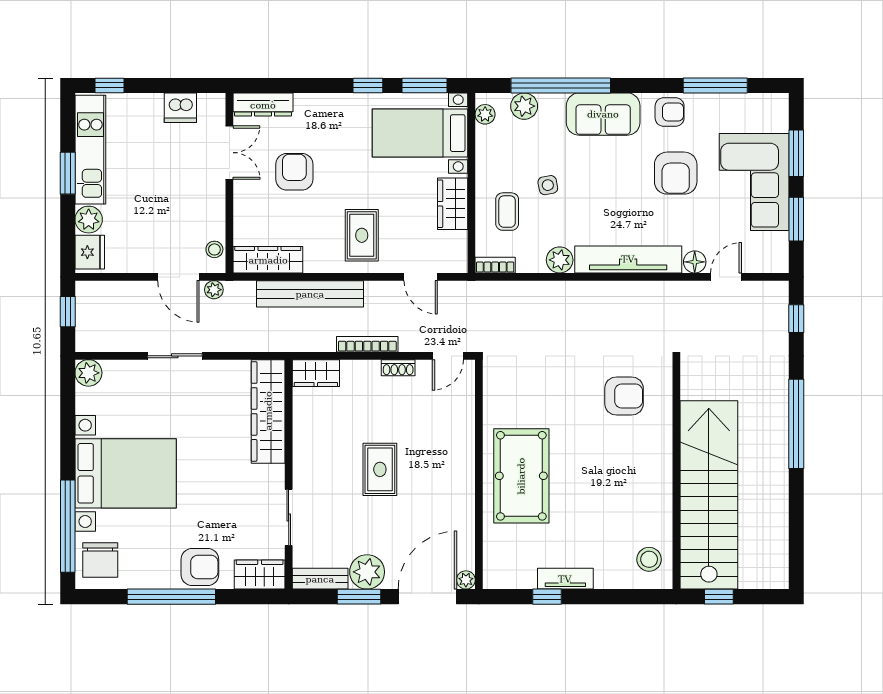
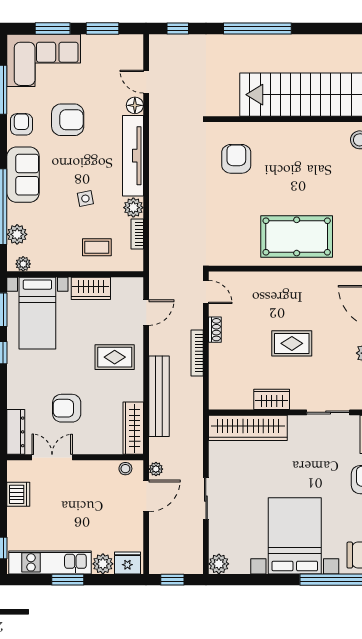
corner sofa: (754, 182) -> (44, 60), moved
side table: (548, 185) -> (85, 199), moved
bookcase: (495, 265) -> (137, 234), moved
wardrobe: (316, 373) -> (272, 399), moved, turned -90

